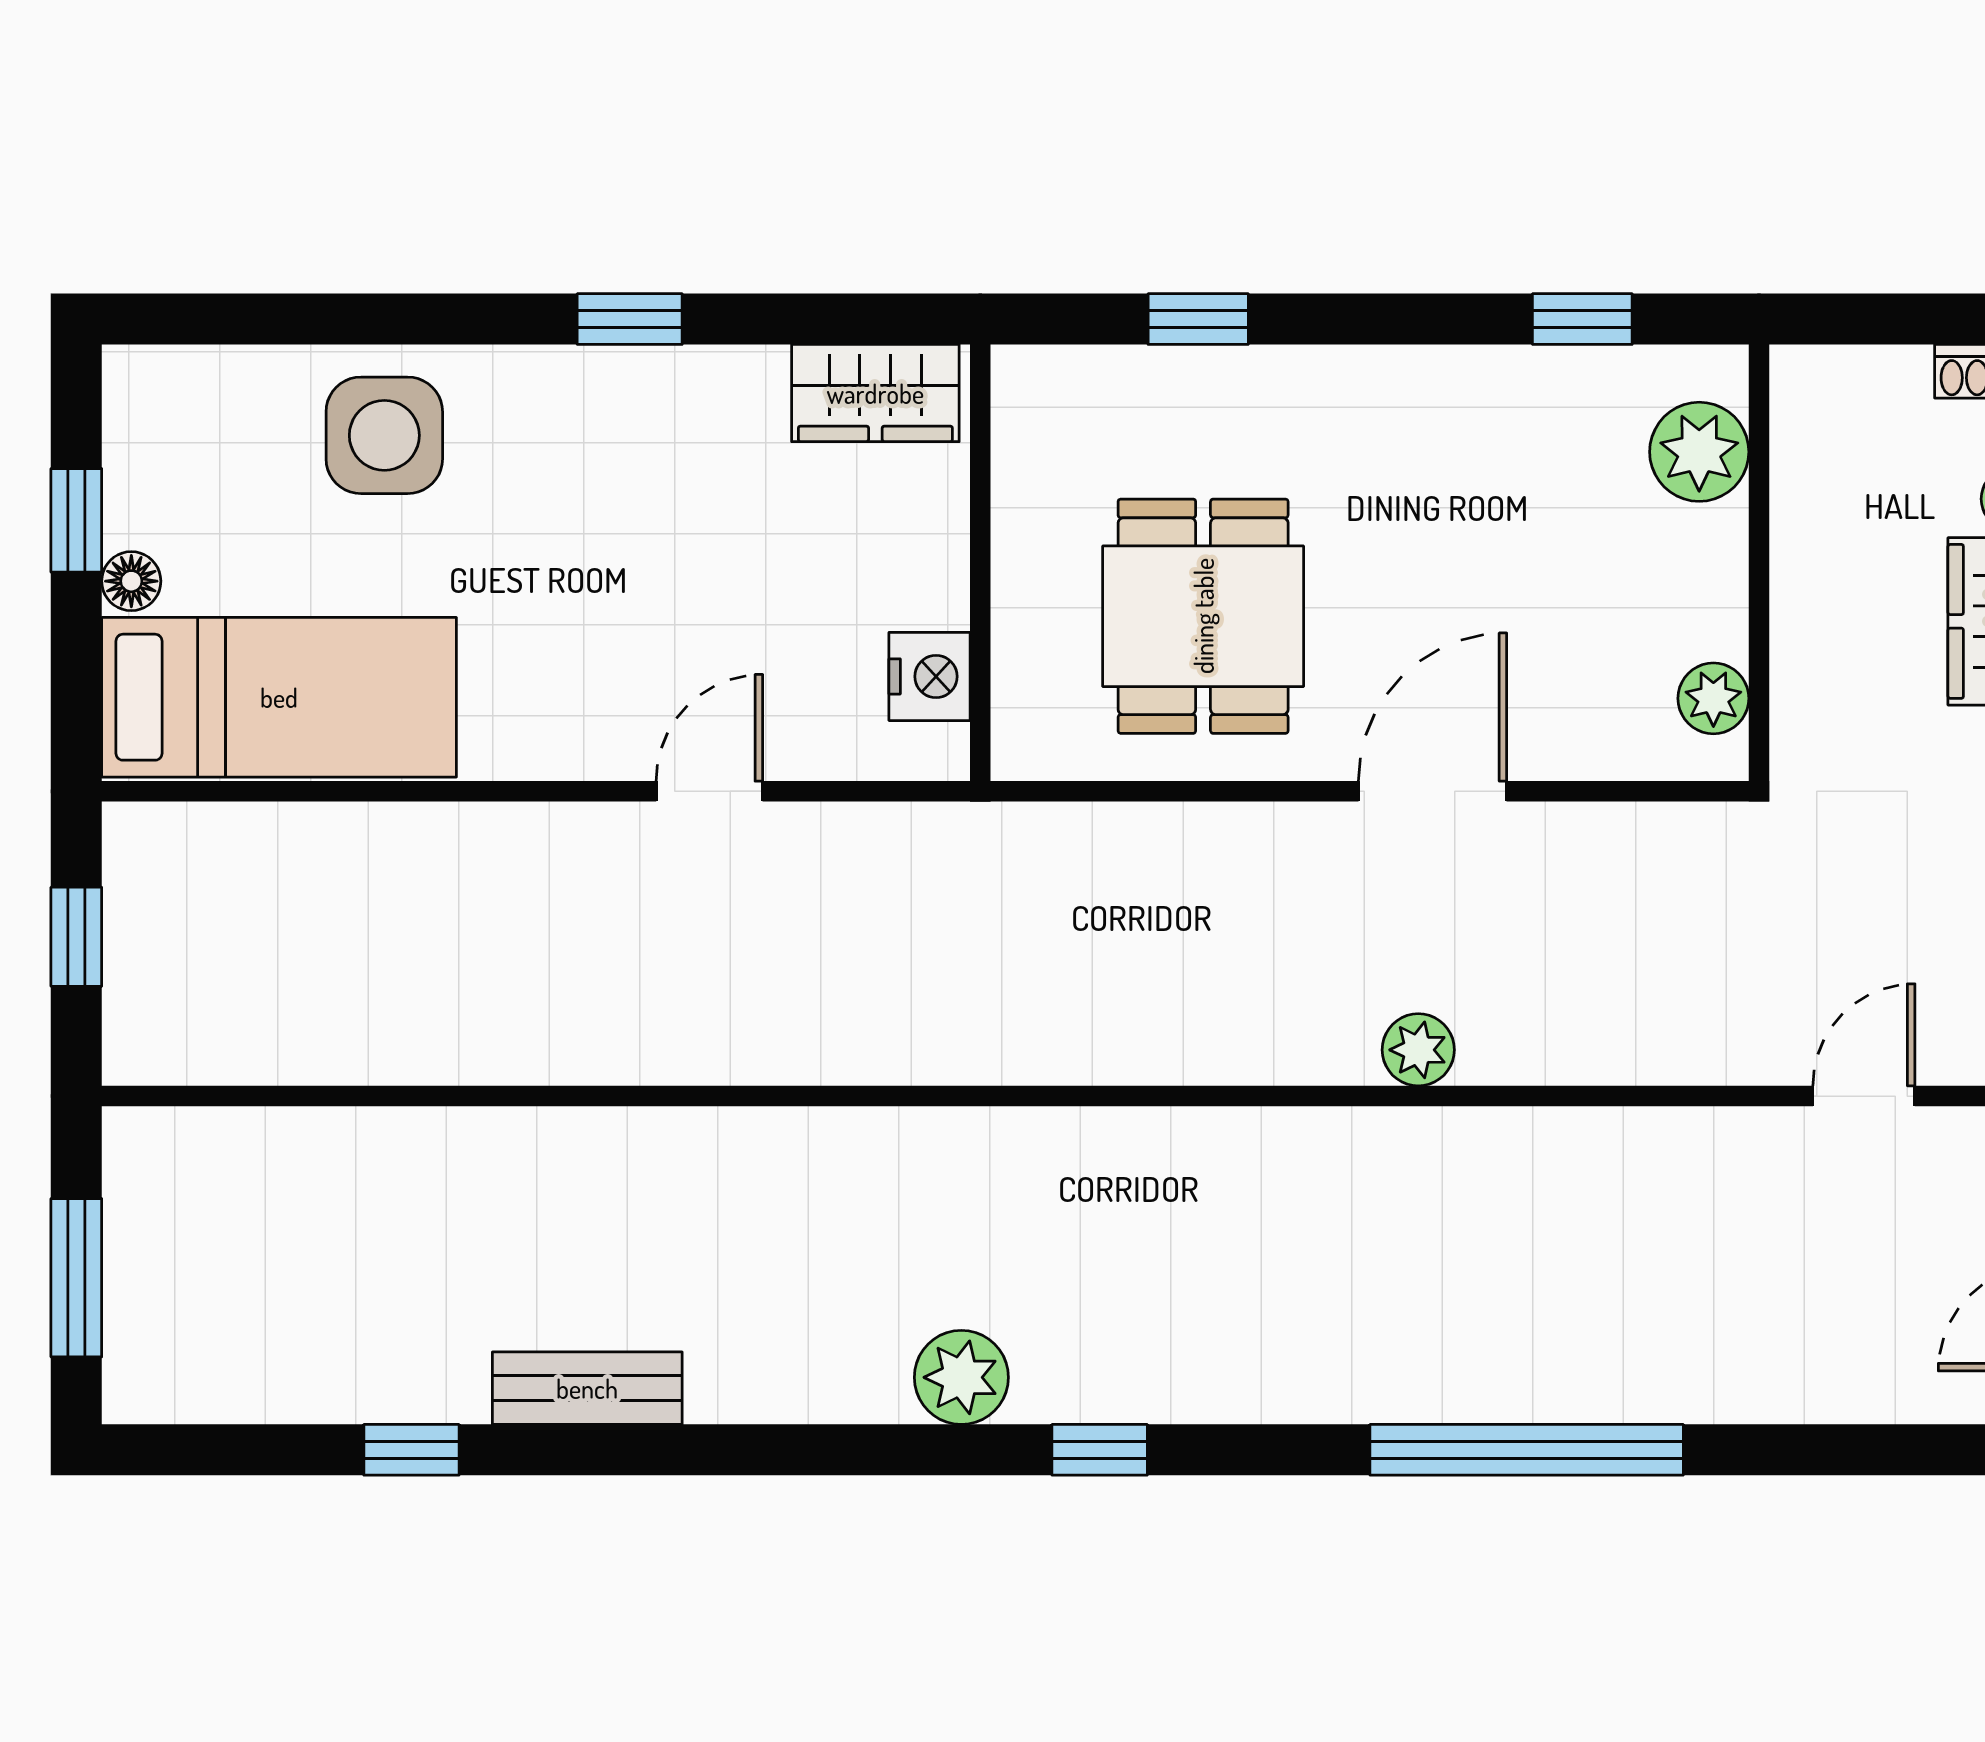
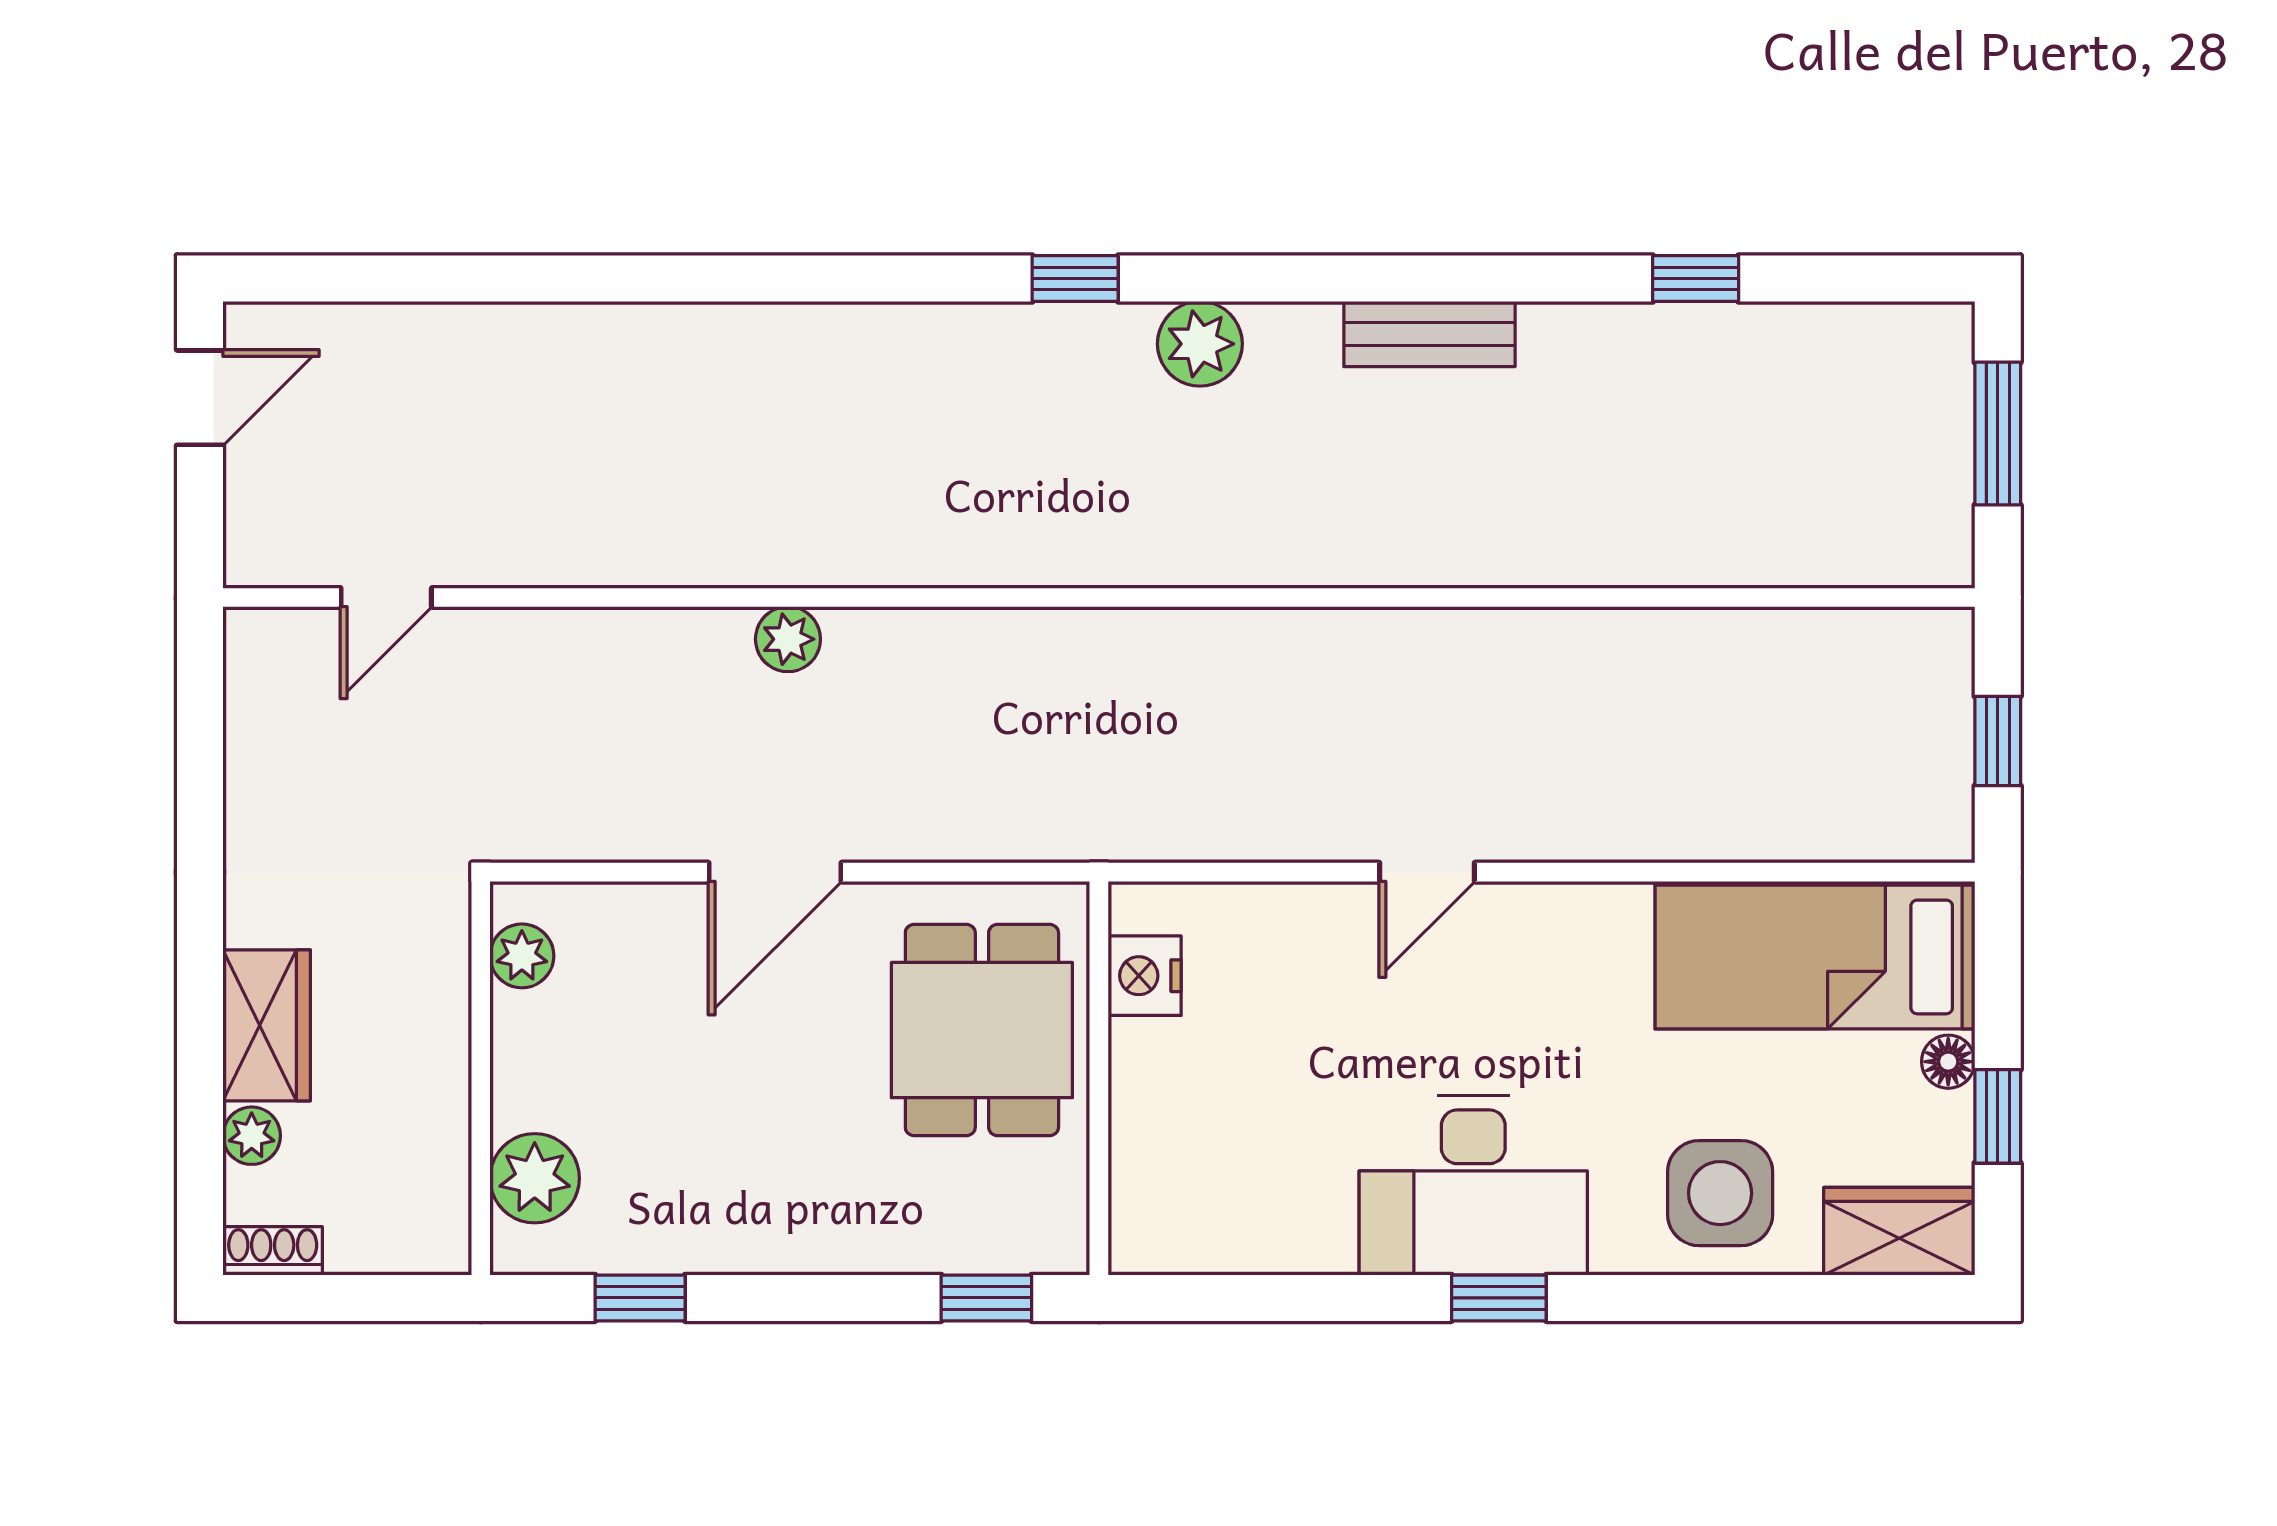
wardrobe: (875, 393) -> (1899, 1231), moved
desk: (658, 444) -> (1473, 1185), added
wall: (980, 563) -> (1099, 1078), moved
nightstand: (930, 676) -> (1145, 976), moved
bench: (587, 1388) -> (1429, 334), moved
window: (1527, 1450) -> (690, 278), removed

